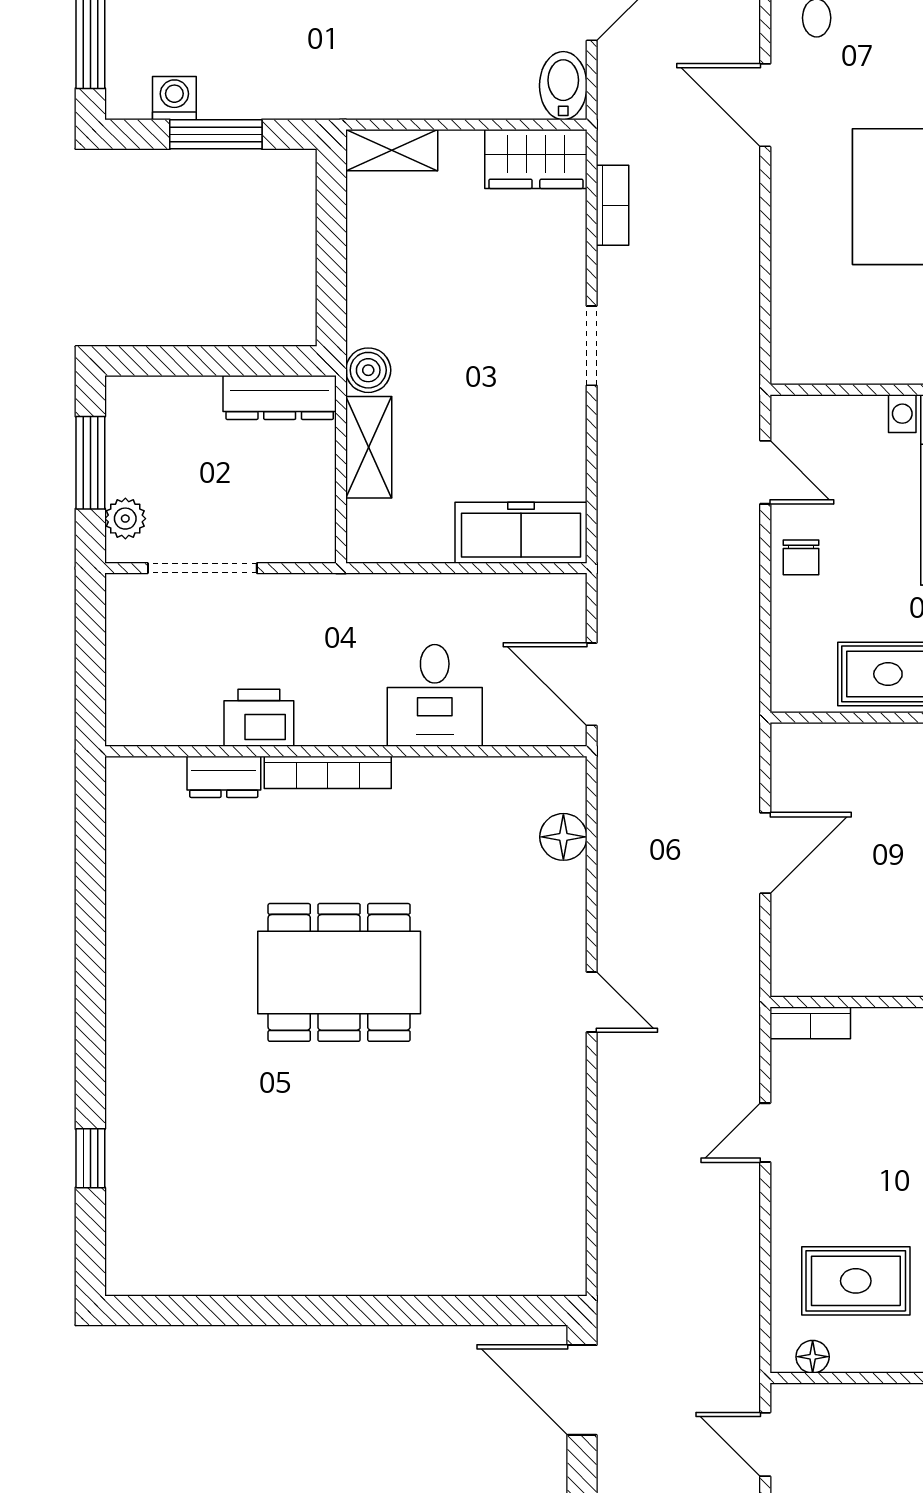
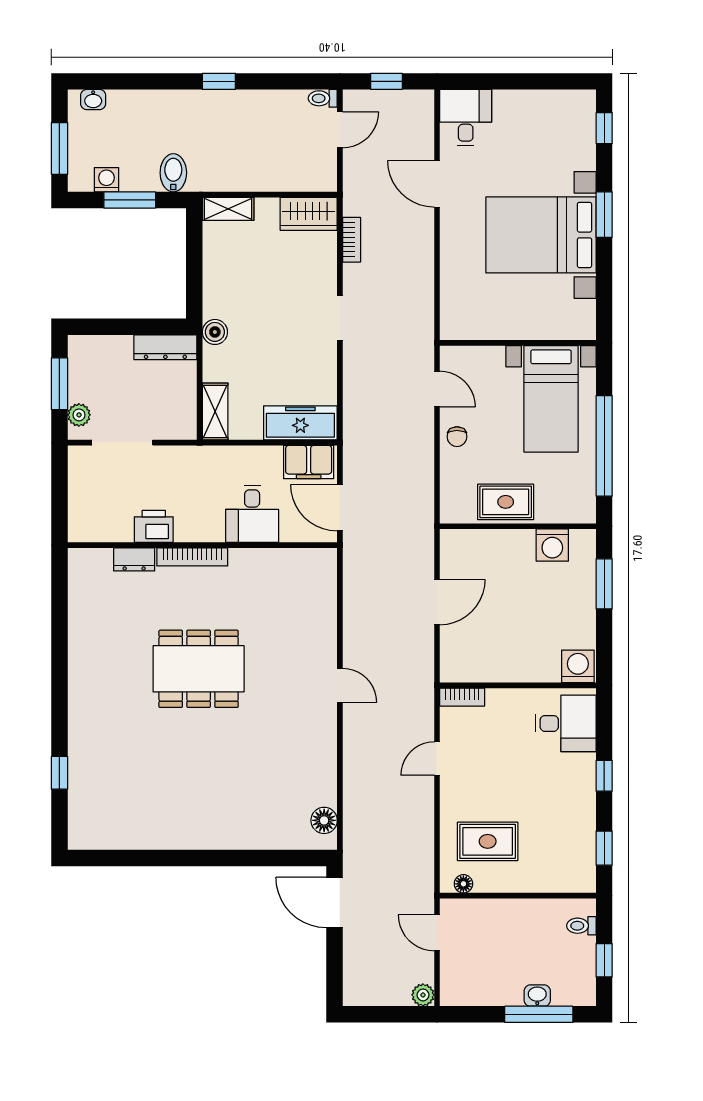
bidet: (563, 86) -> (173, 173), moved
shelving: (369, 447) -> (215, 412), moved
filing cabinet: (536, 603) -> (309, 462), added
floor lamp: (563, 837) -> (324, 820), moved

